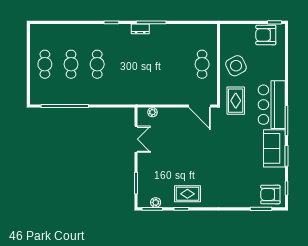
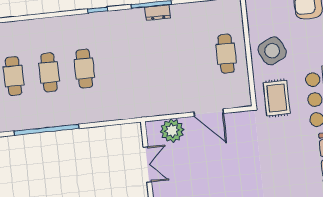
dresser: (140, 29) -> (158, 13), moved
door: (200, 106) -> (209, 113), moved
plant: (152, 112) -> (172, 131), width x1.87, depth x1.87

